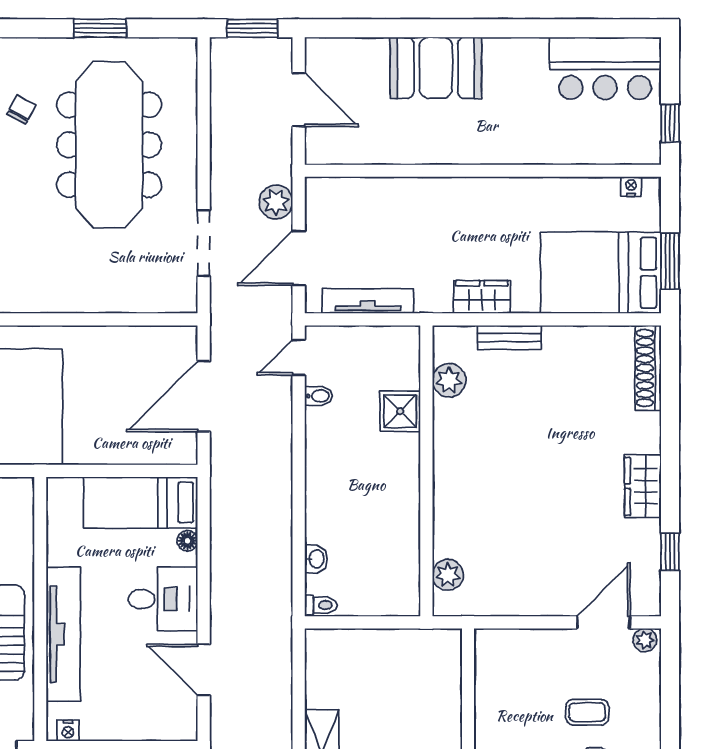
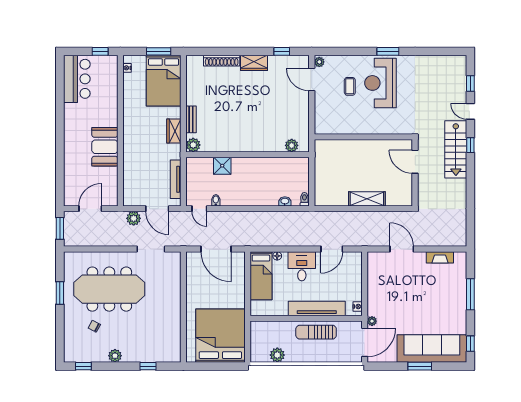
booth: (436, 68) -> (105, 147), moved
shoe rack: (648, 368) -> (222, 61), moved
plant: (449, 380) -> (193, 145), moved

